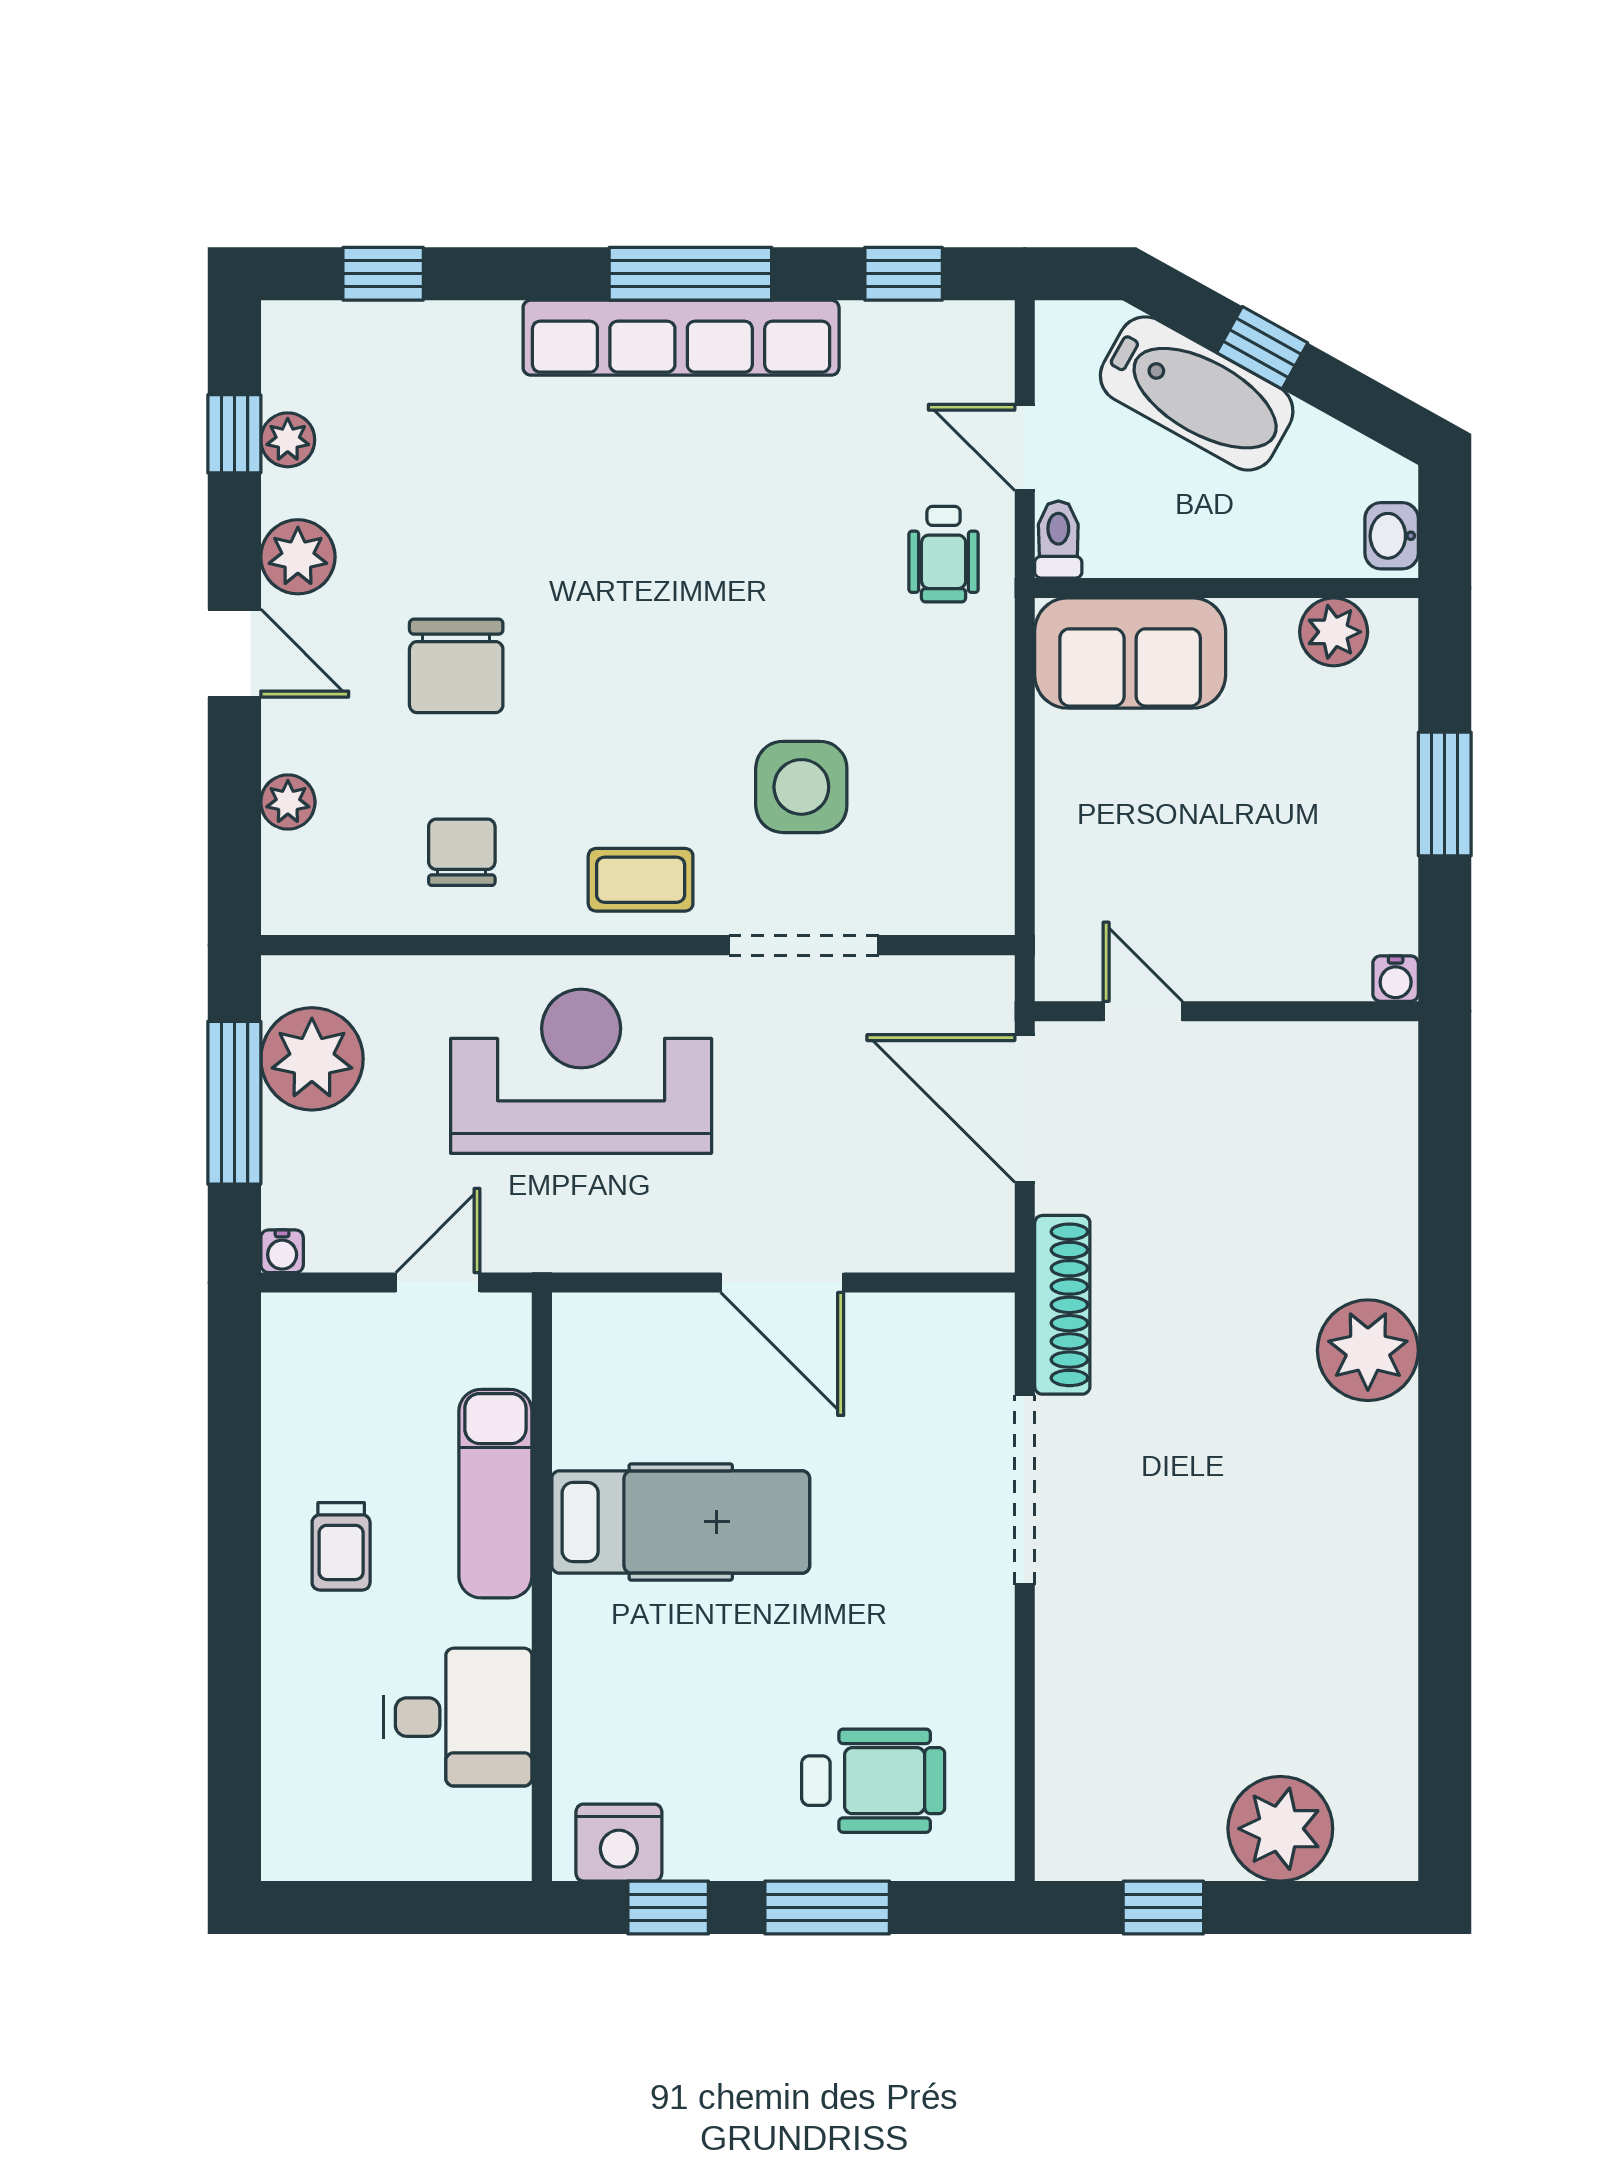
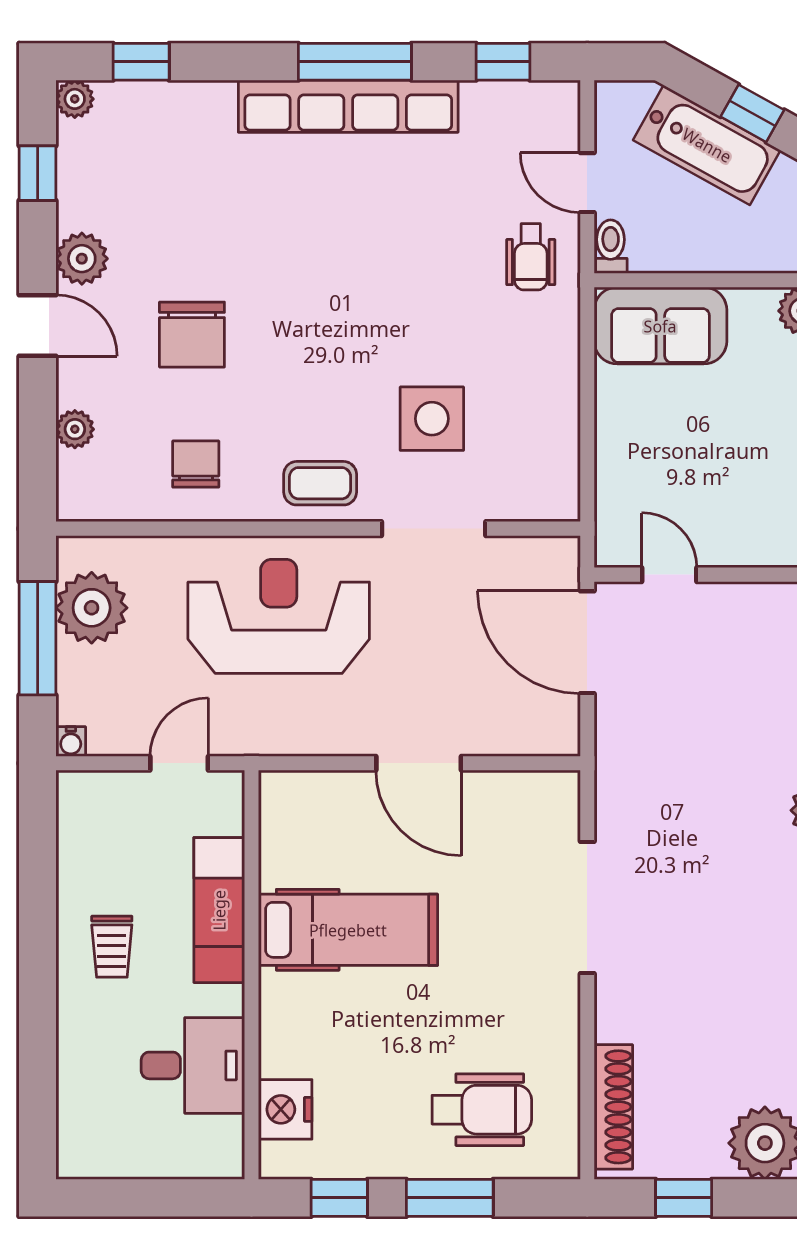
plant: (288, 440) -> (75, 99), moved
shoe rack: (1062, 1305) -> (613, 1107), moved
nightstand: (619, 1843) -> (285, 1109), moved, turned 90

